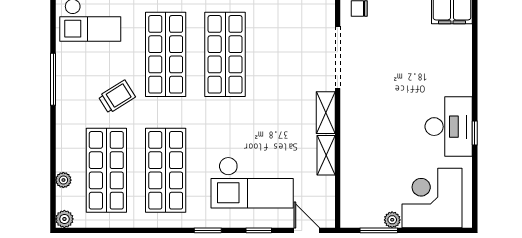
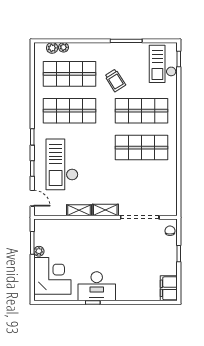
plant: (64, 219) -> (52, 48), moved
door: (307, 230) -> (32, 198), hinge flipped

